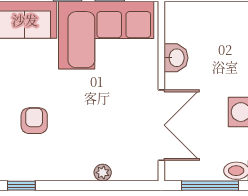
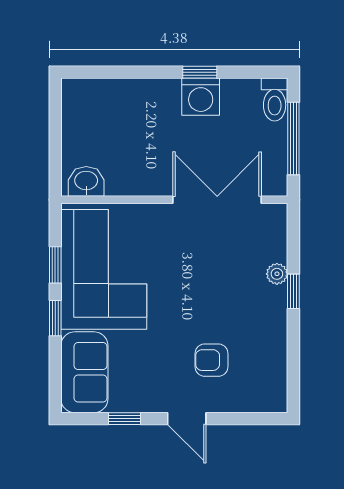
washbasin: (176, 58) -> (86, 181), moved
window: (21, 186) -> (293, 291), moved

